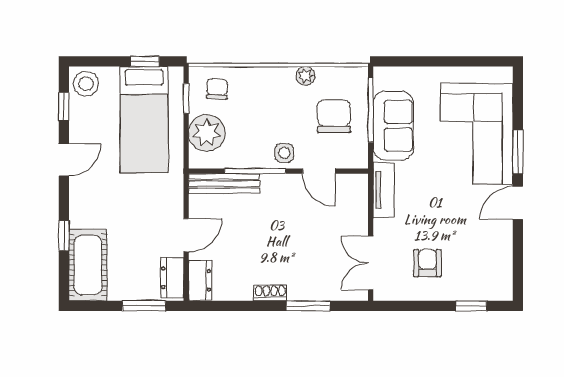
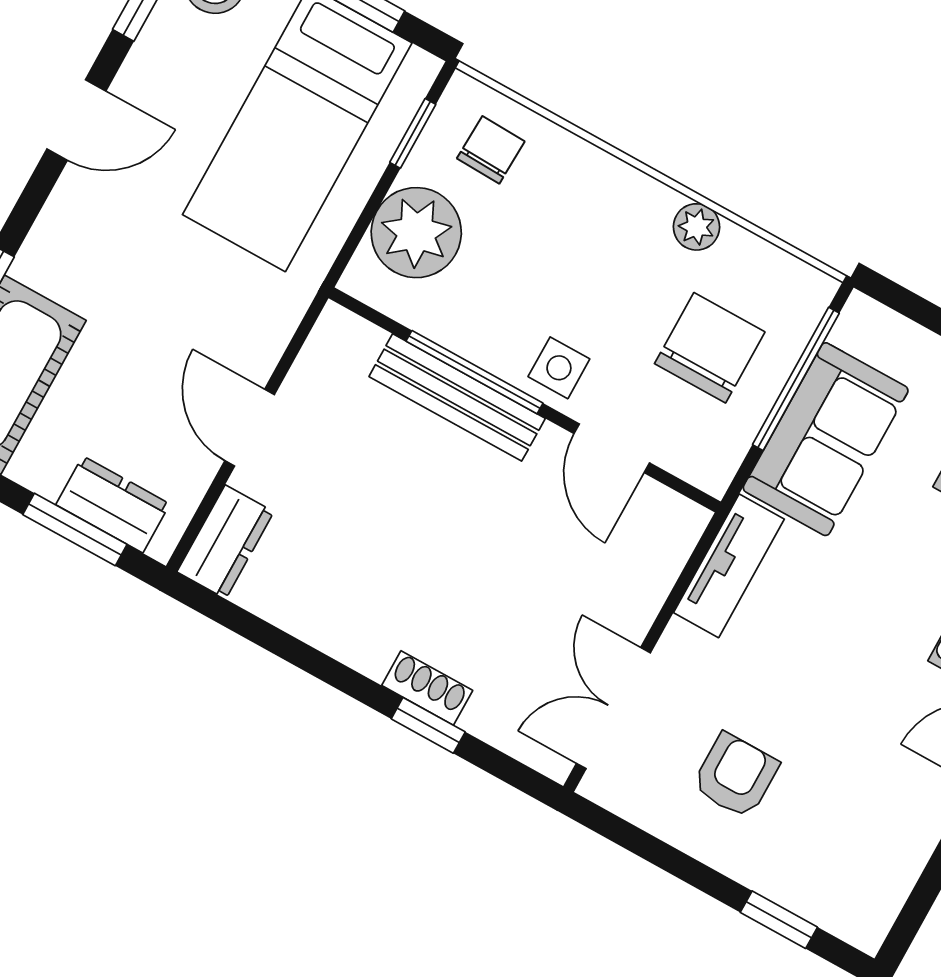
bench: (224, 184) -> (457, 397), moved
door: (186, 235) -> (250, 428), swing flipped
dresser: (172, 278) -> (113, 504), moved, turned 90
shoe rack: (270, 293) -> (427, 688), moved
window: (308, 306) -> (428, 725), width x0.67

